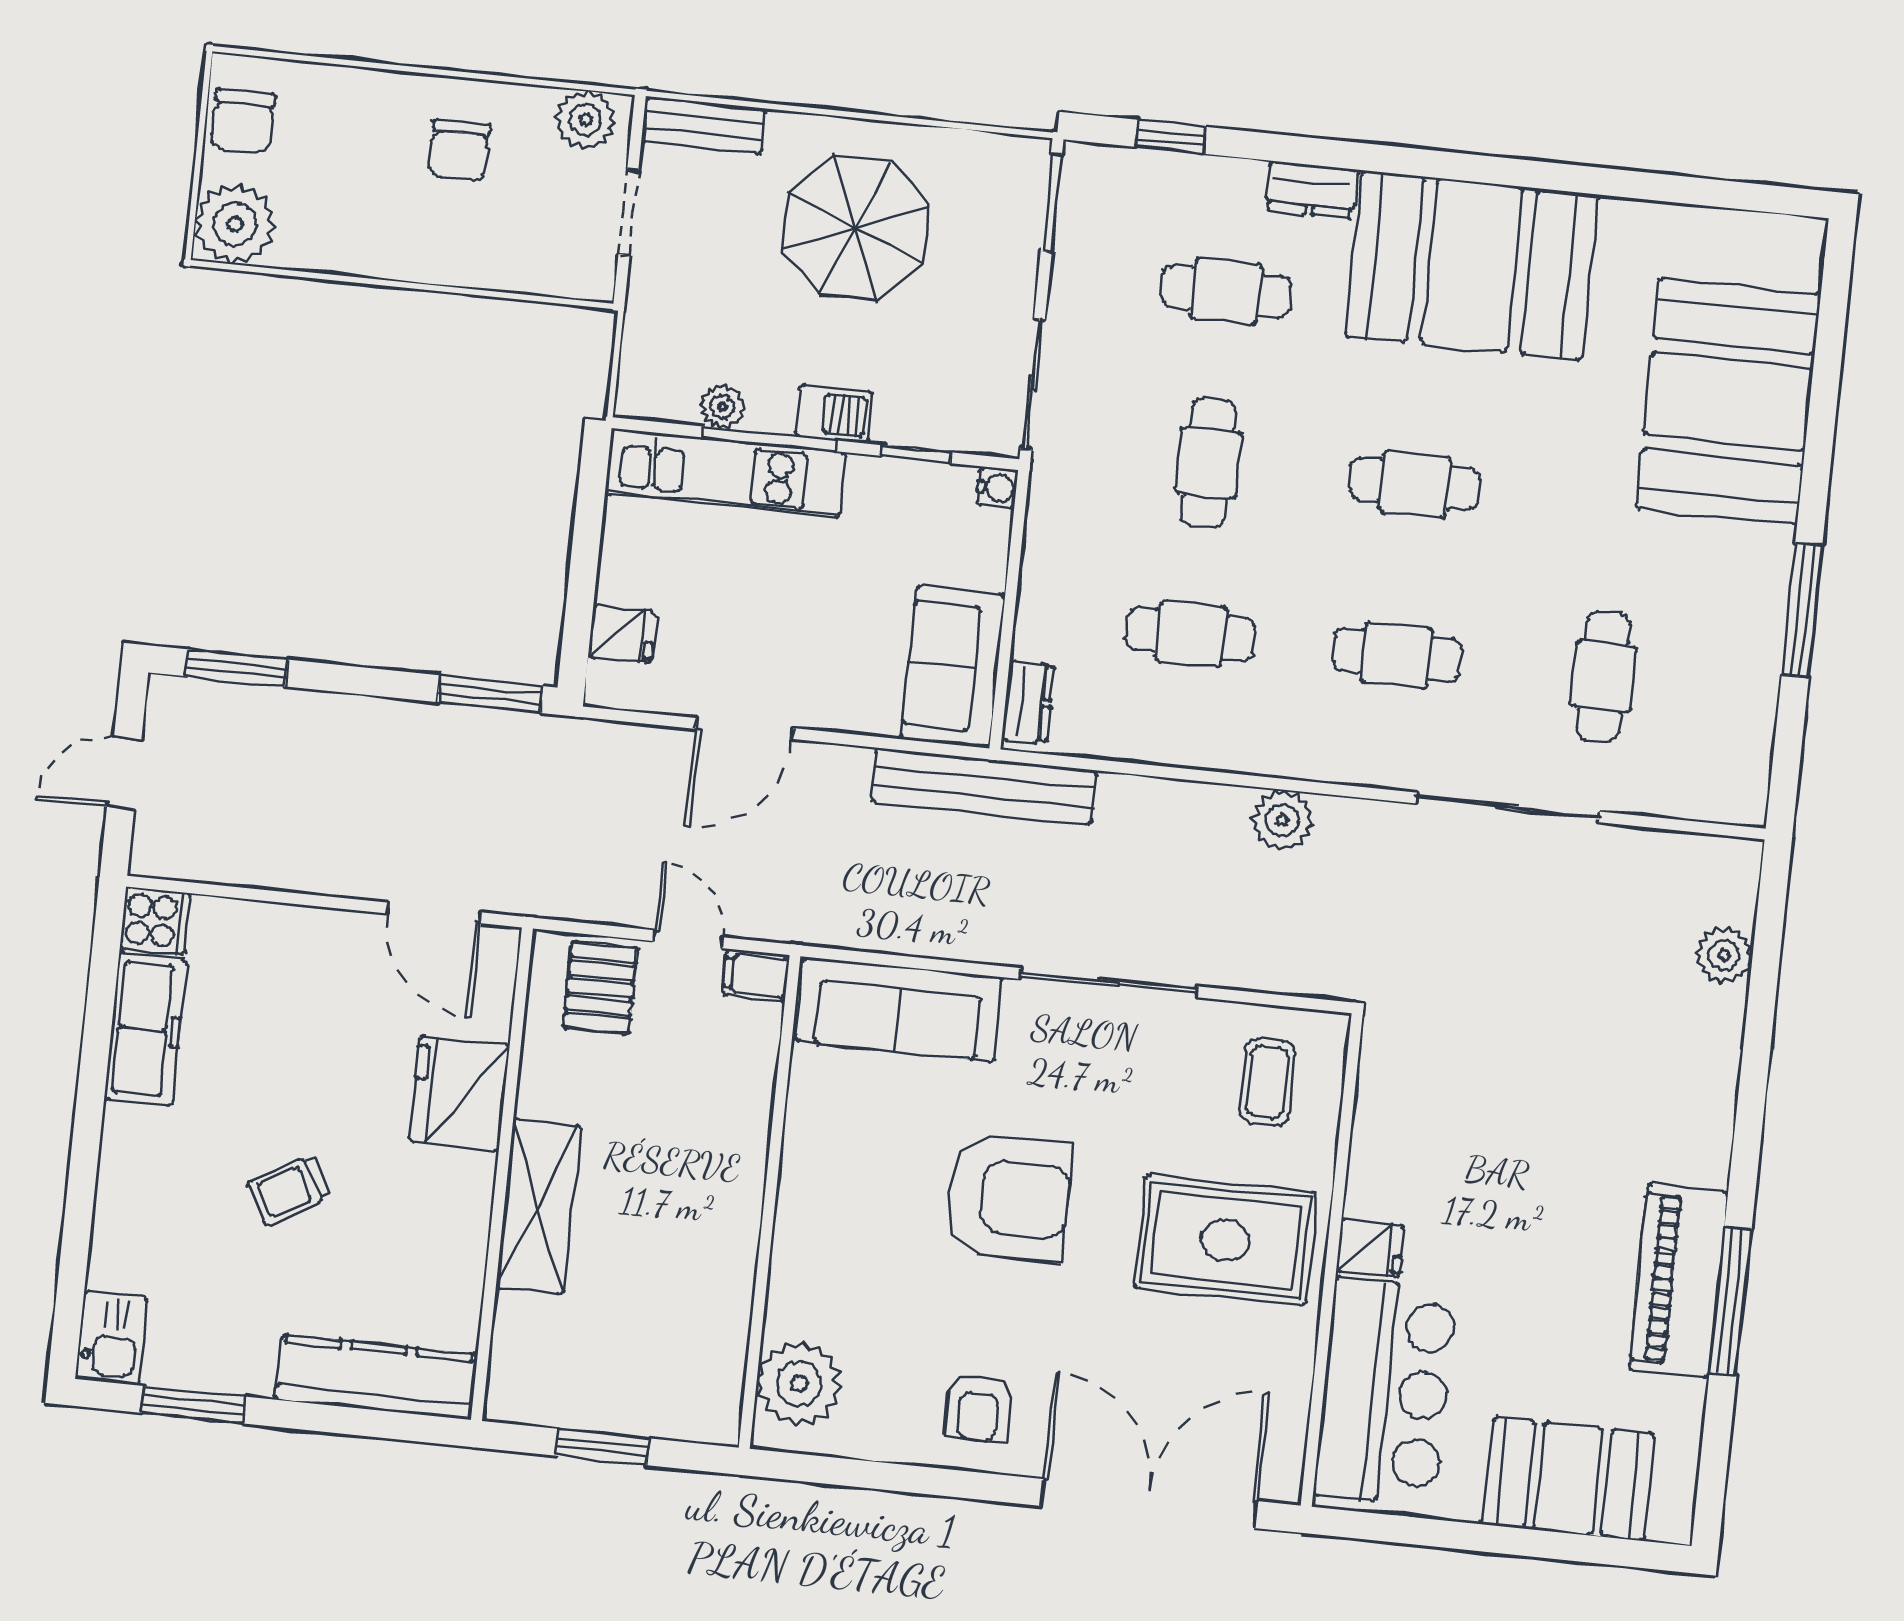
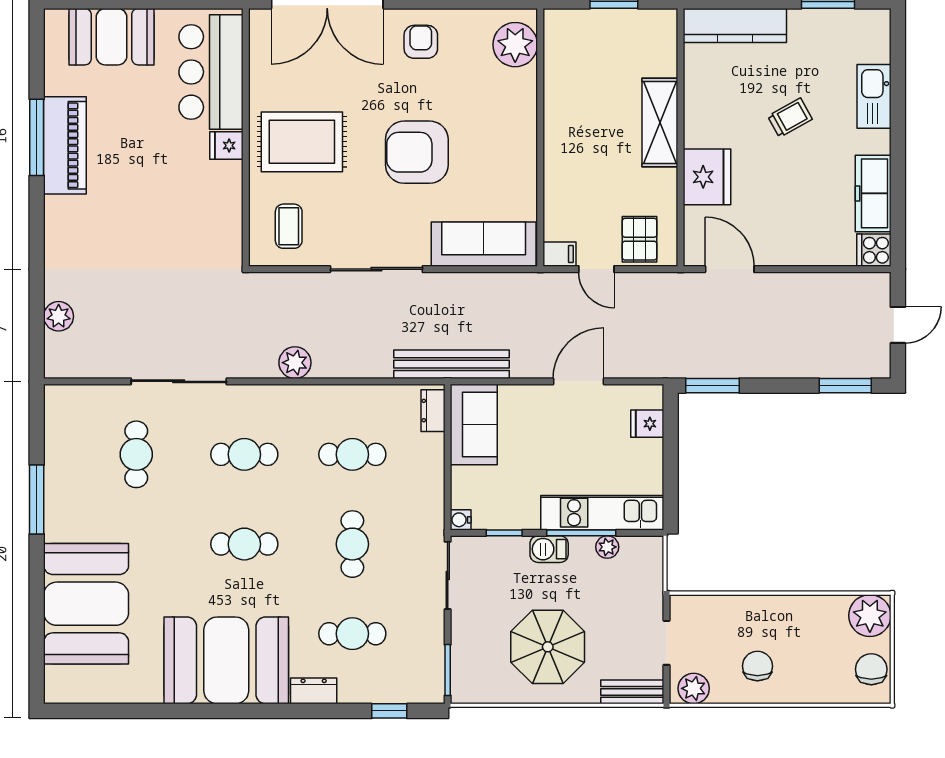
kitchen sink: (112, 1338) -> (874, 96), moved, width x1.38

